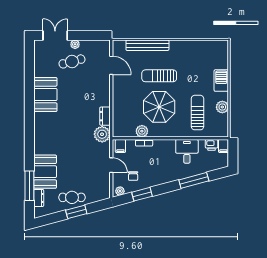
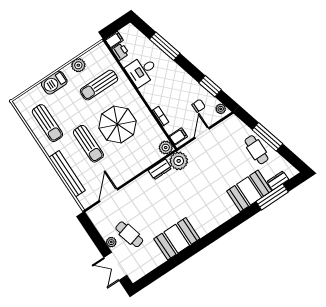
sun lounger: (195, 56) -> (47, 123), added
plant: (142, 131) -> (166, 148), moved
window: (76, 212) -> (267, 137), width x1.44

